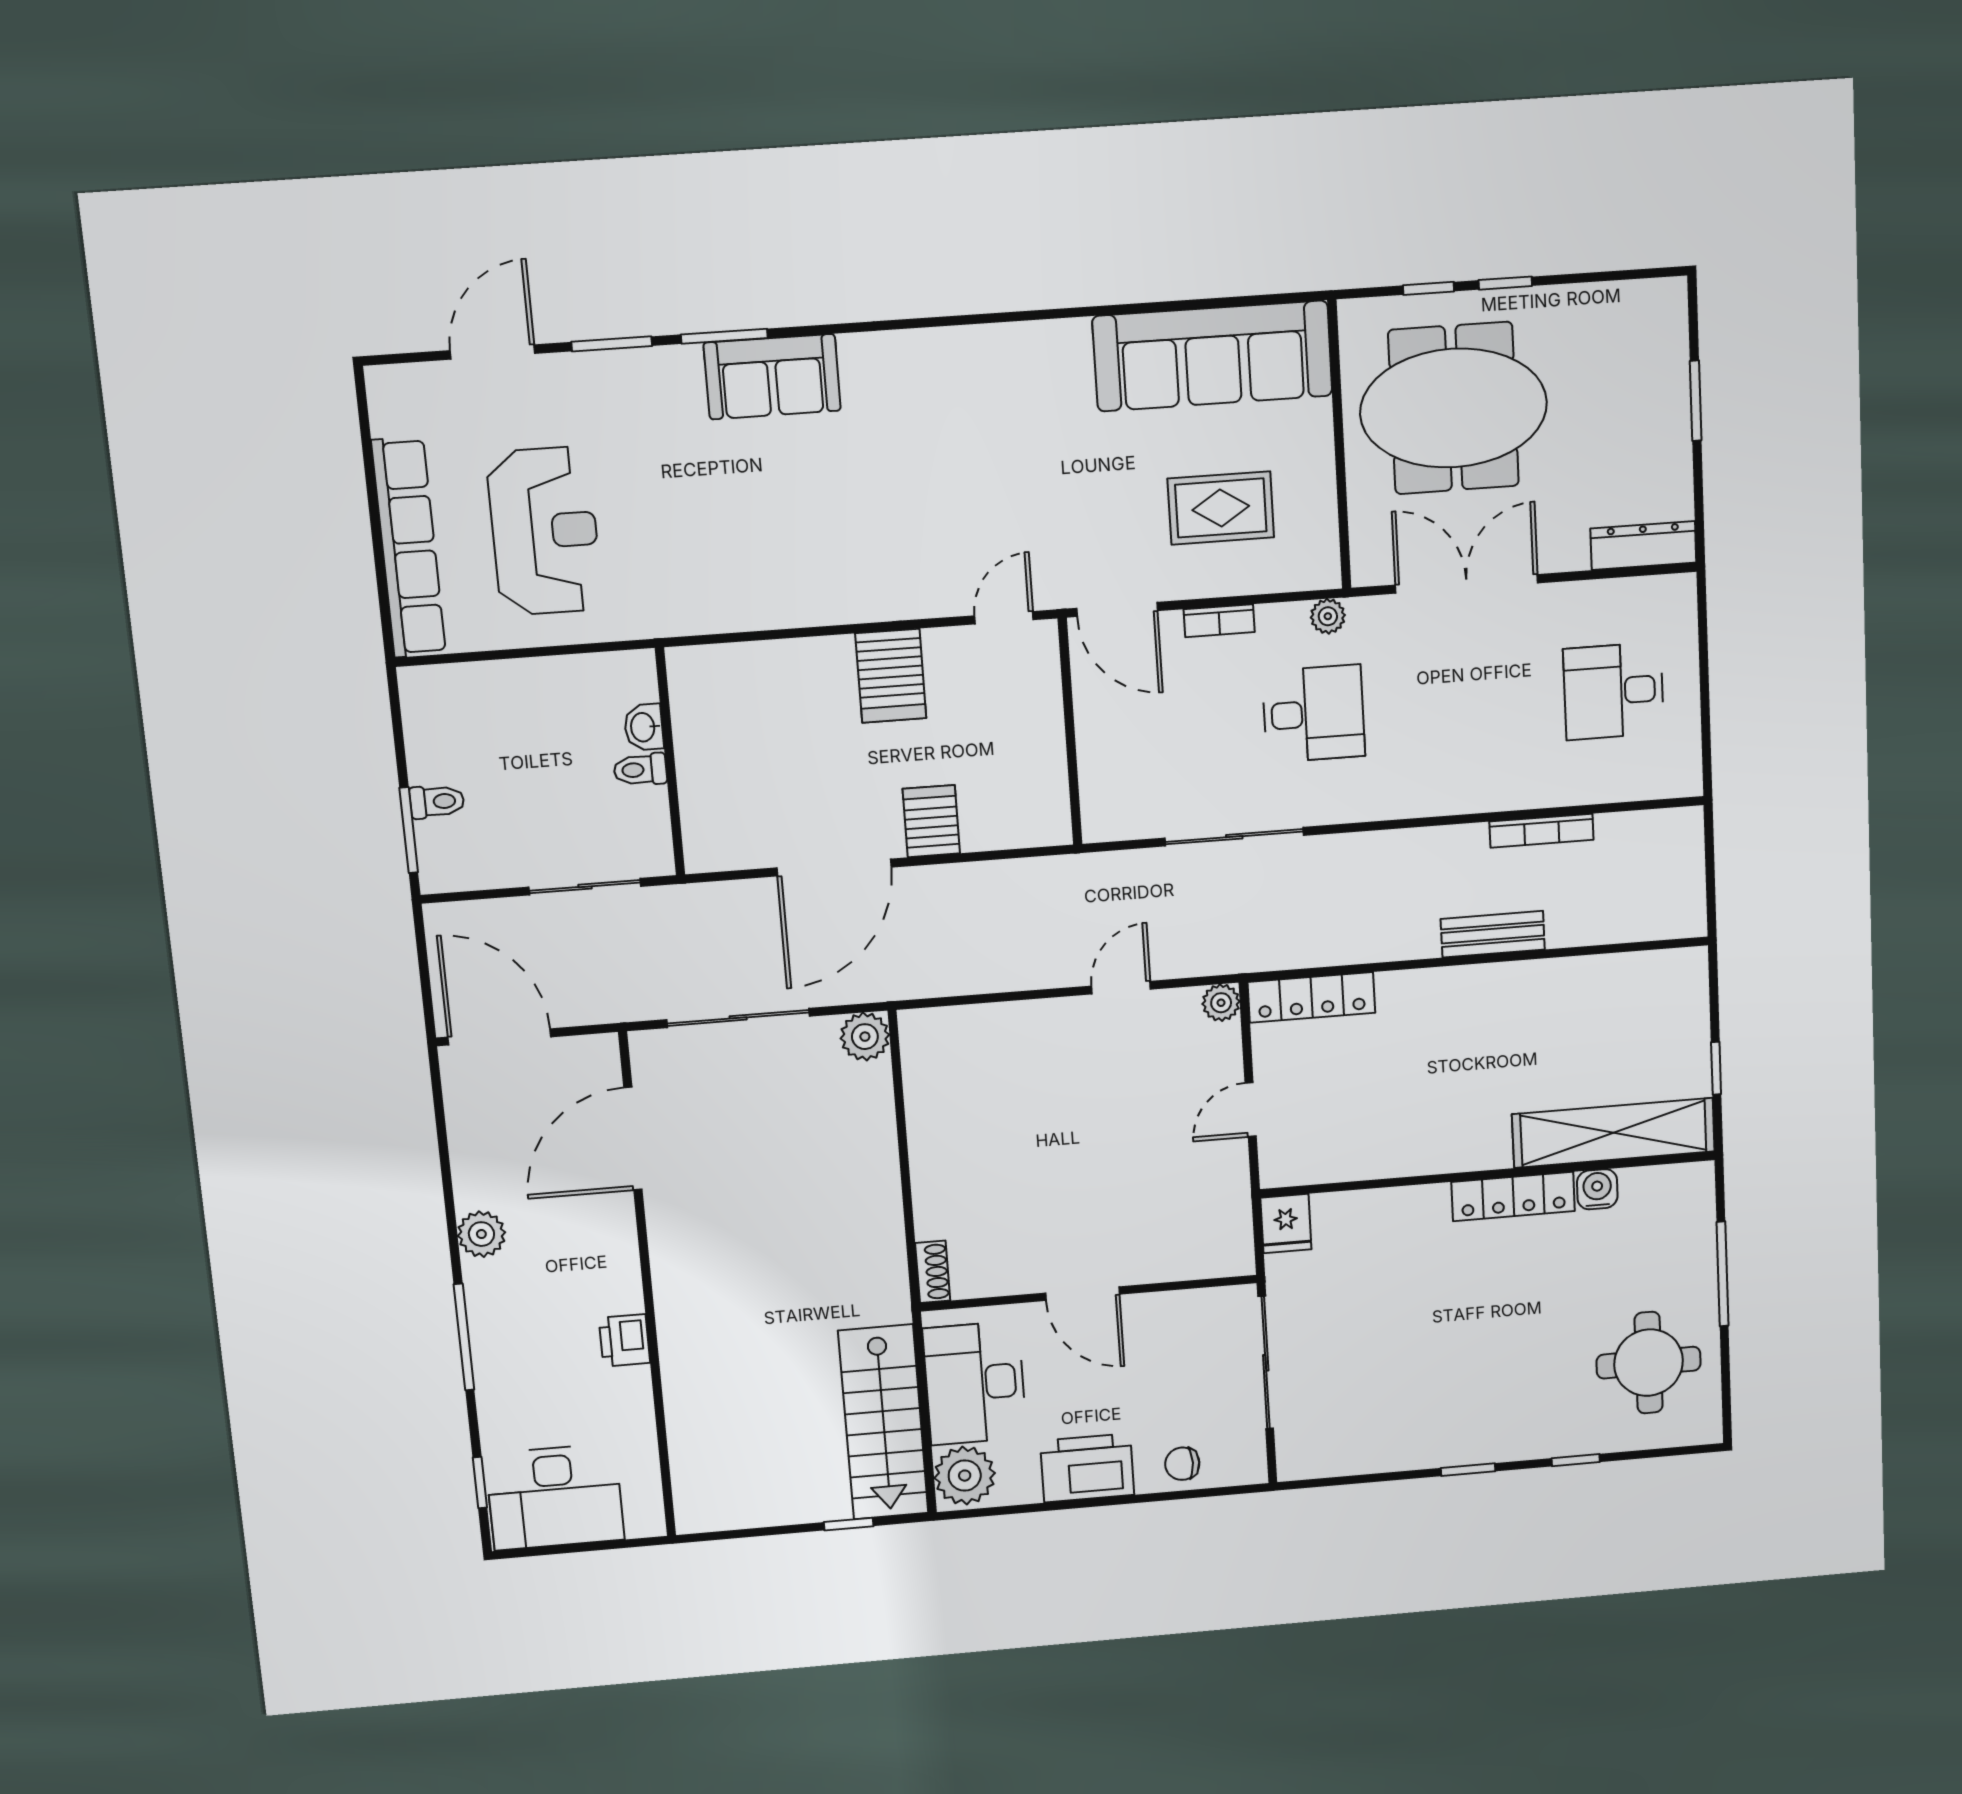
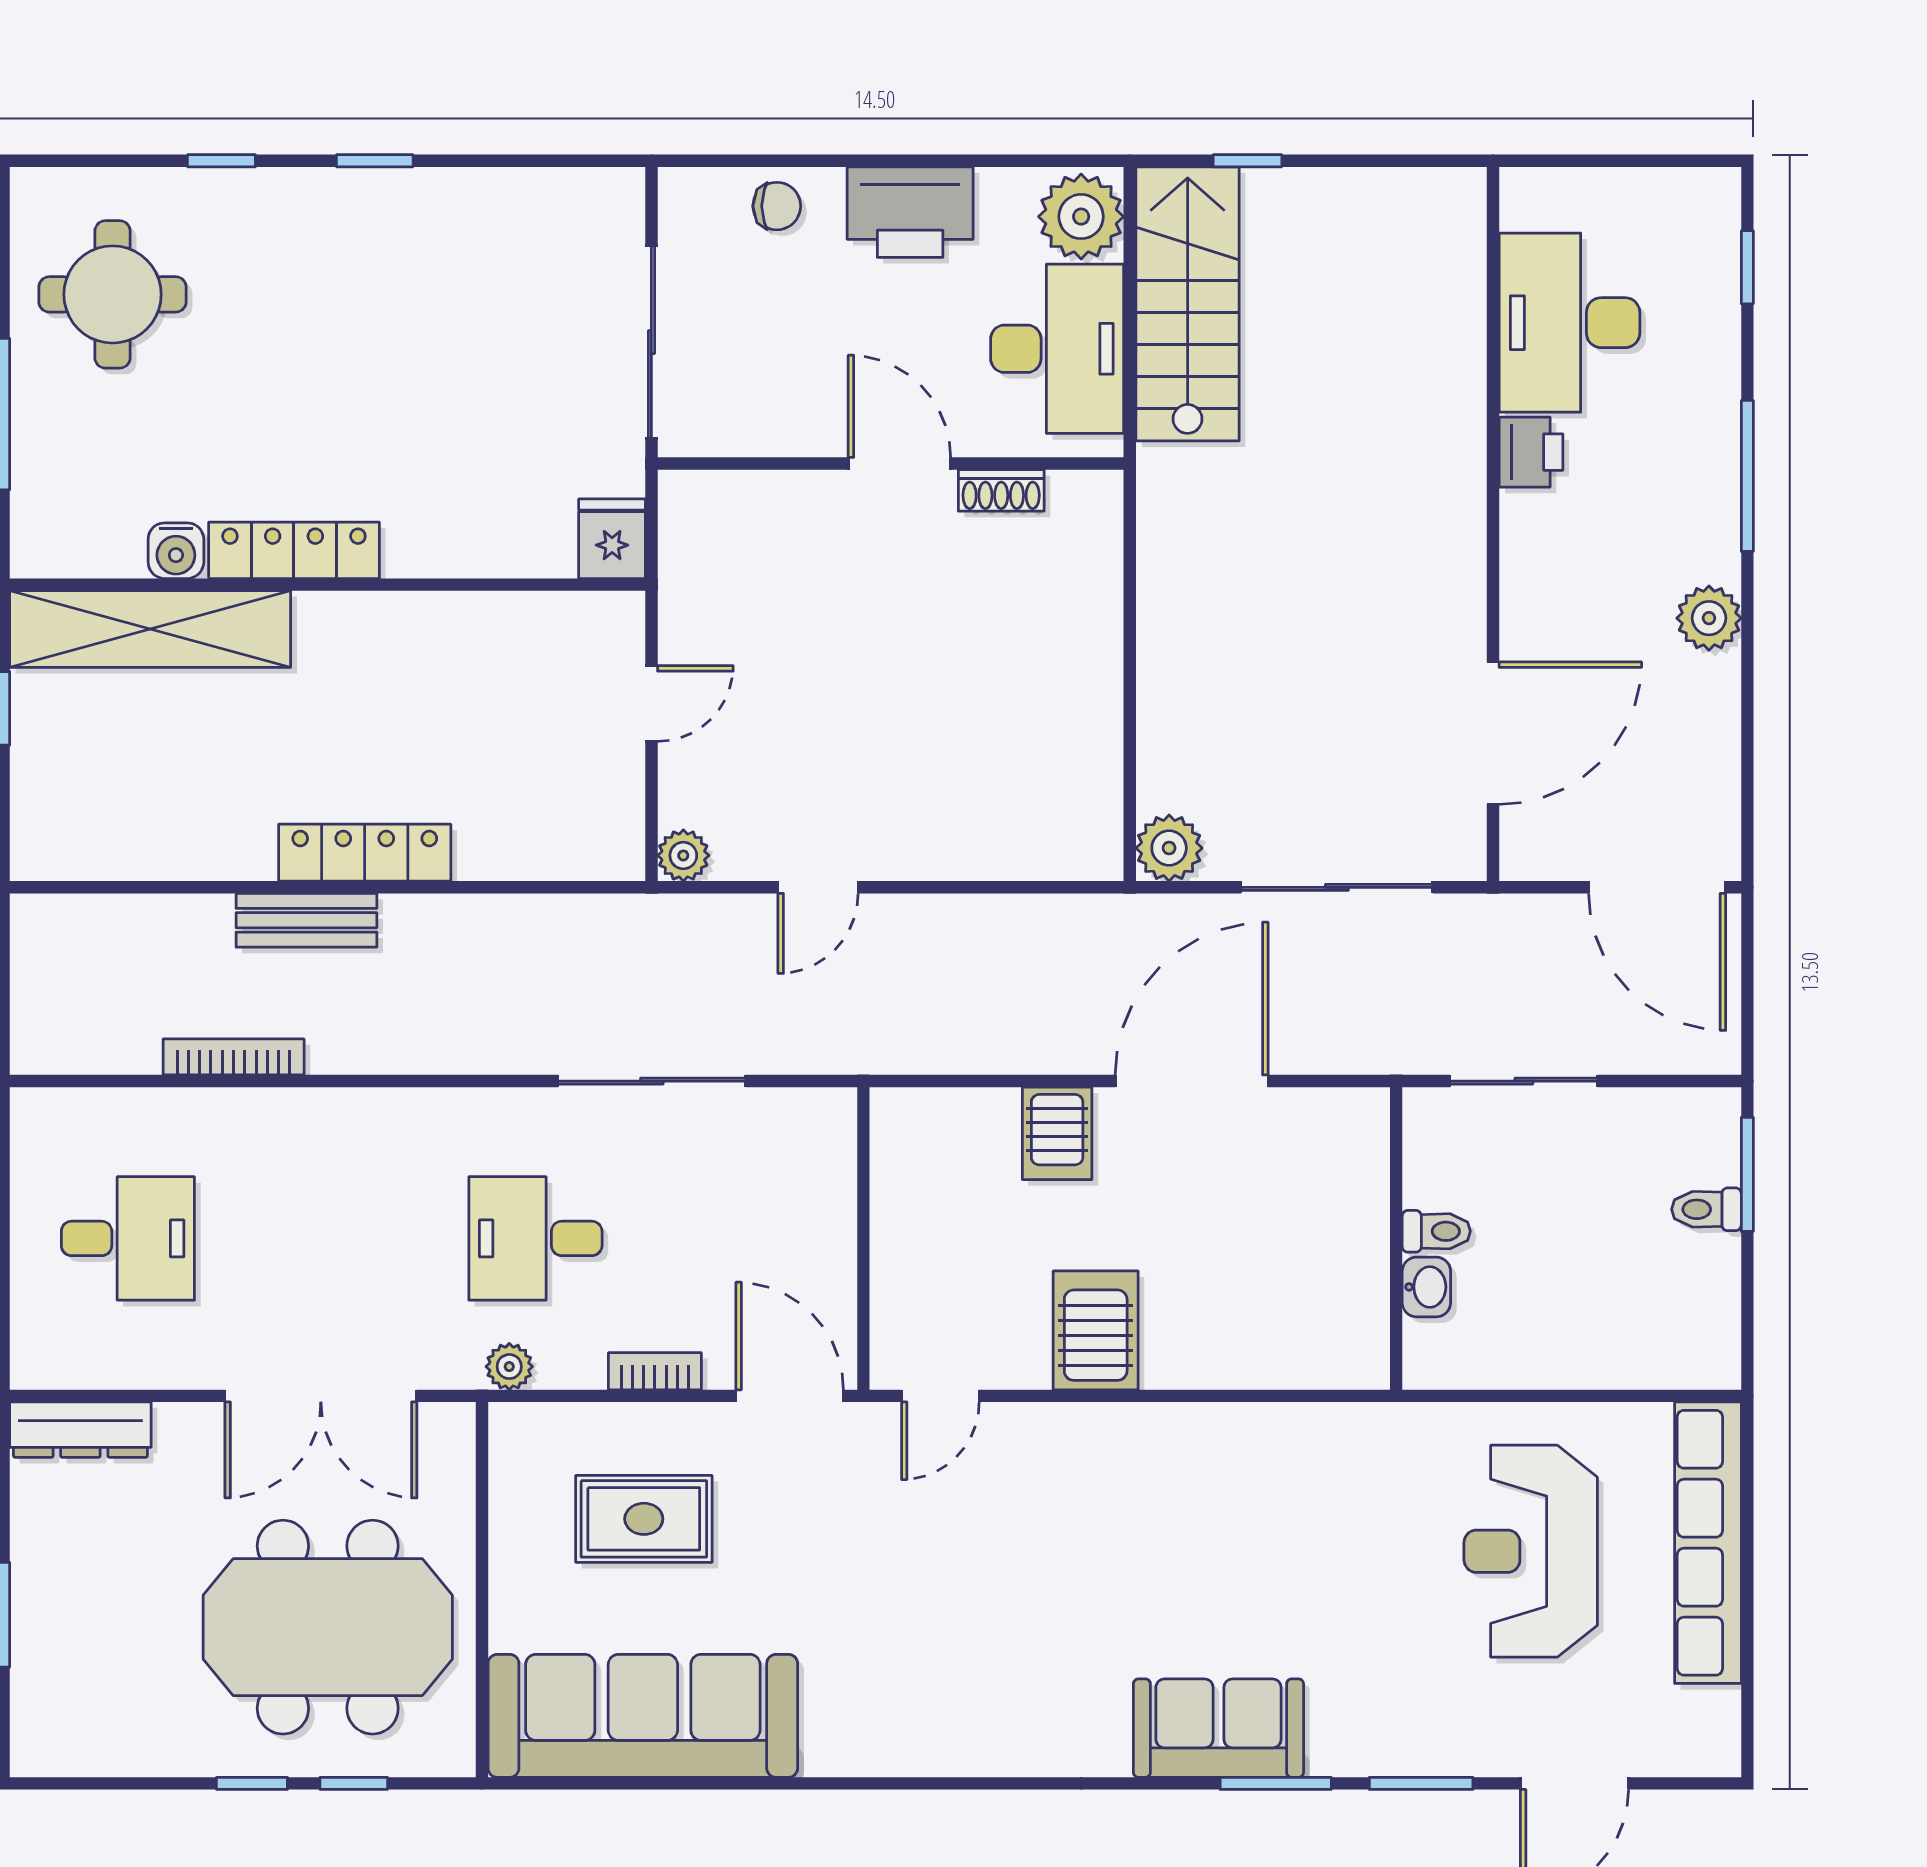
locker: (1311, 997) -> (365, 853), moved
shoe rack: (933, 1272) -> (1001, 490), moved, turned -90
desk: (555, 1497) -> (1569, 323), moved, turned -90

